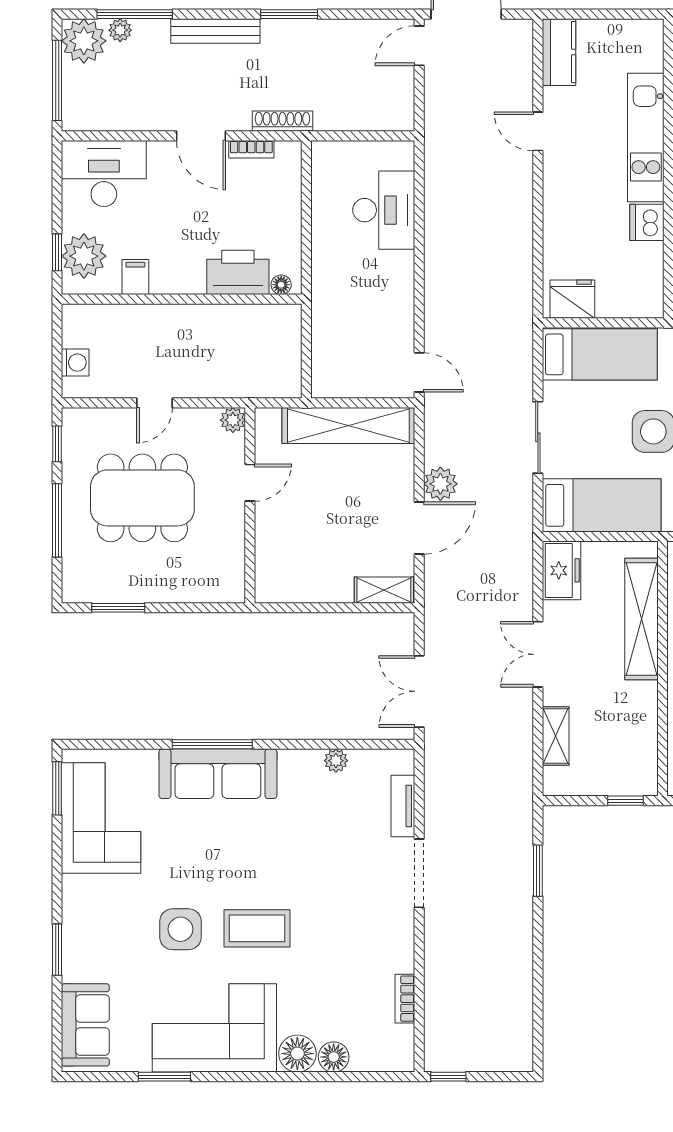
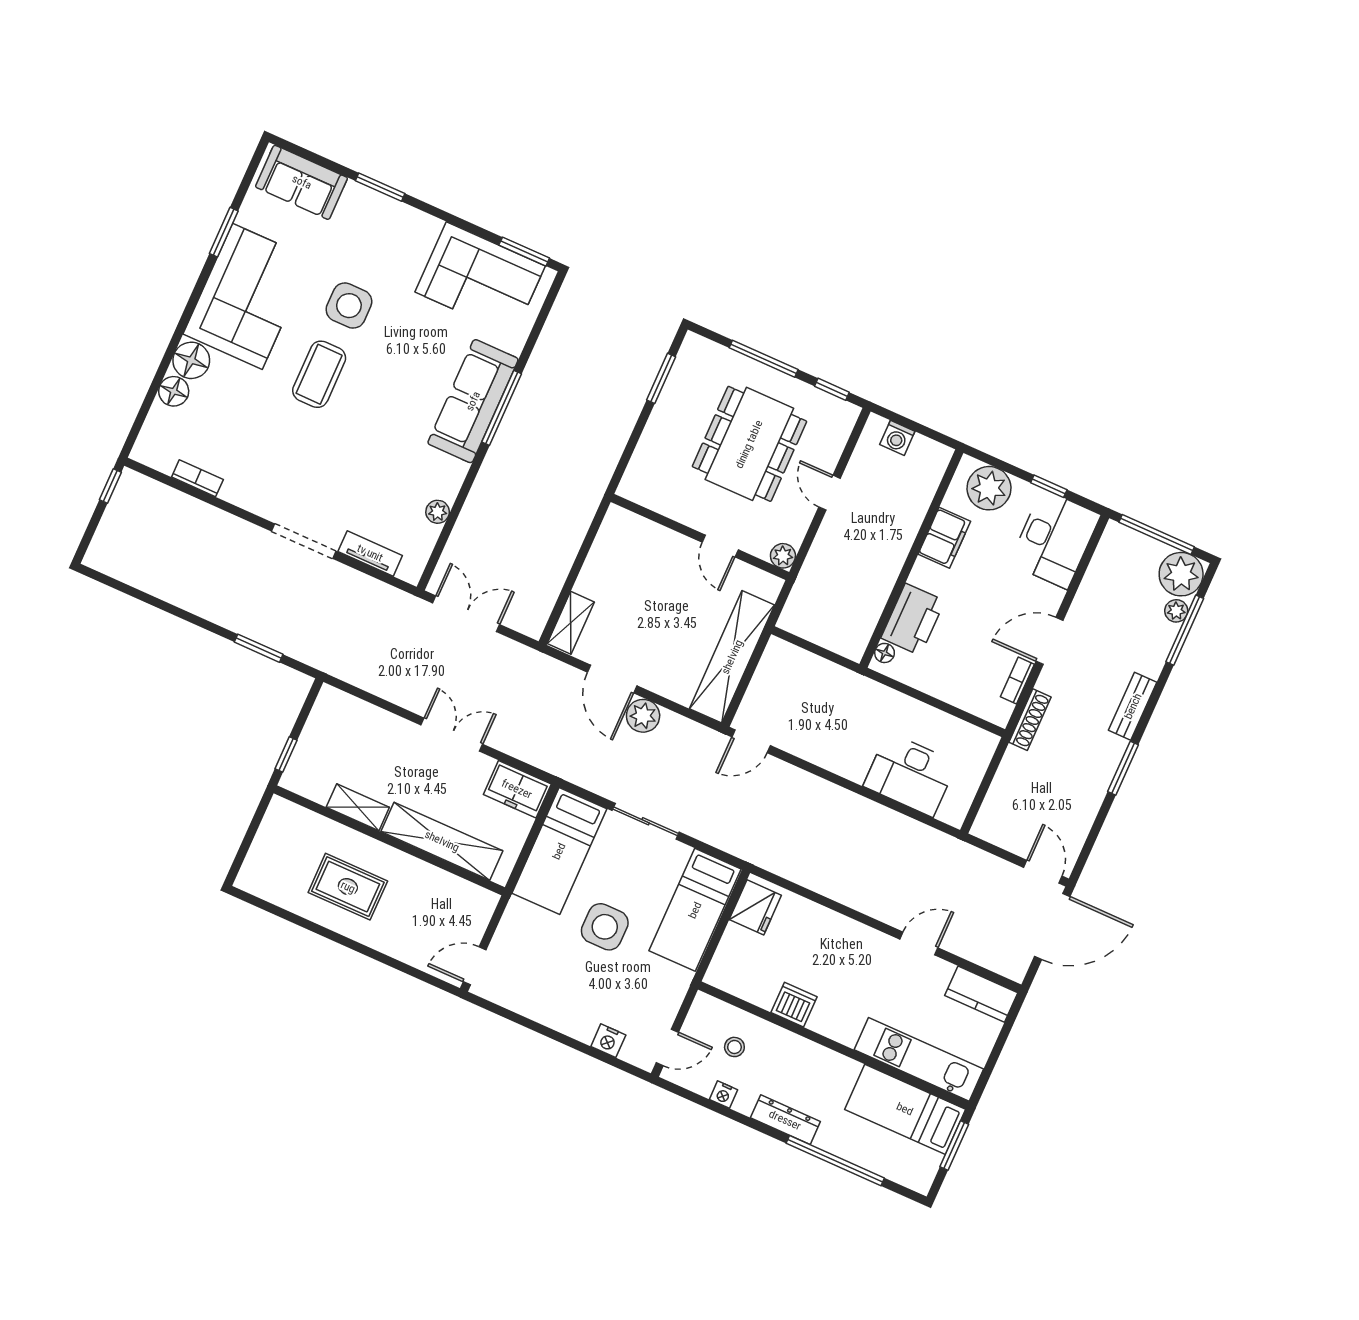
bench: (215, 31) -> (1133, 706), width x0.73
kitchen unit: (646, 137) -> (919, 1059), moved
window: (57, 252) -> (1049, 486), moved
filing cabinet: (135, 277) -> (944, 538), width x2.00
shelving: (556, 736) -> (358, 807), moved

